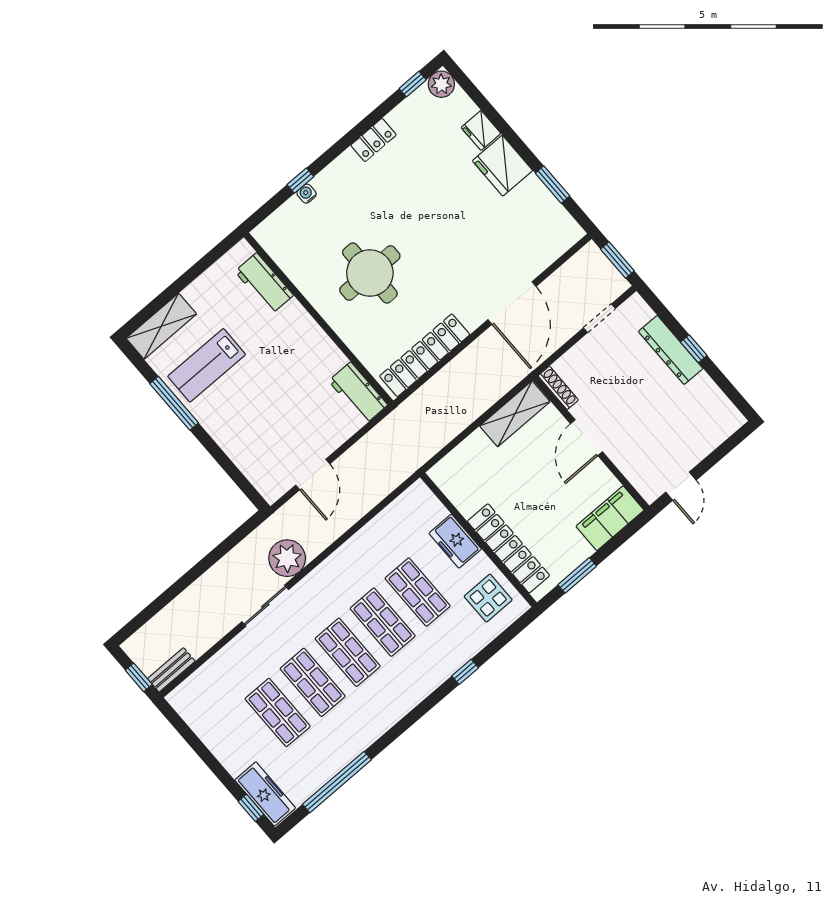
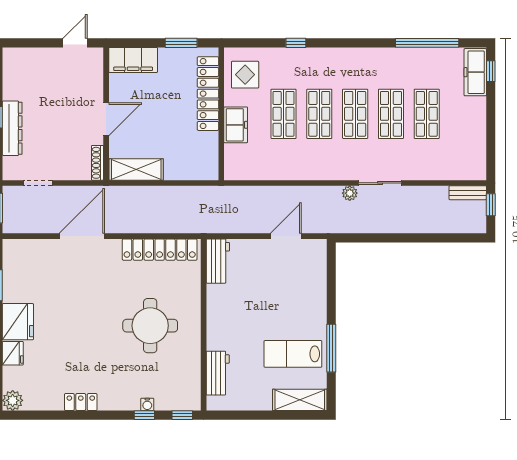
window: (413, 84) -> (182, 415), moved
lab bench: (207, 365) -> (293, 354), turned 180
plant: (287, 558) -> (350, 193), width x0.53, depth x0.53

